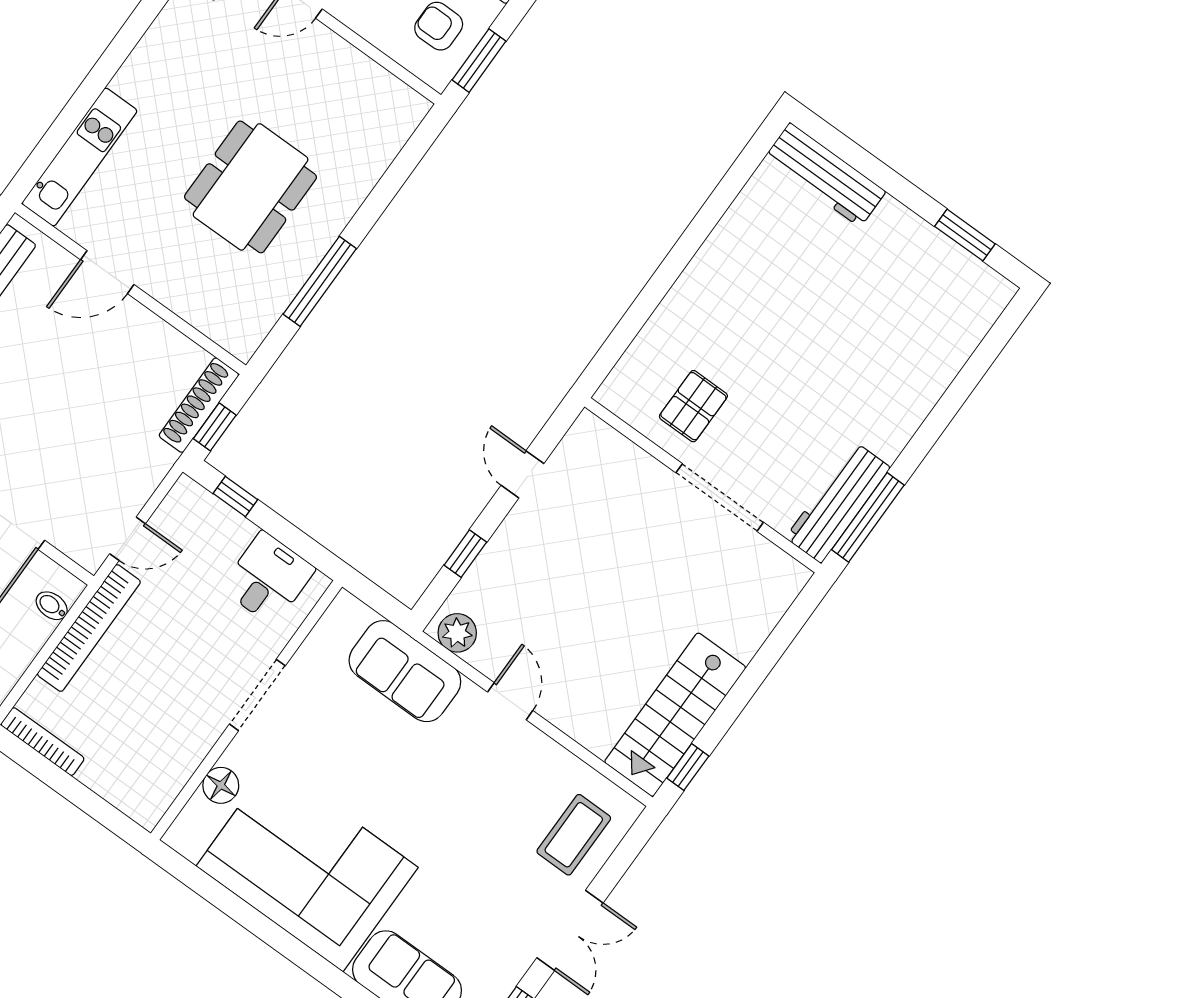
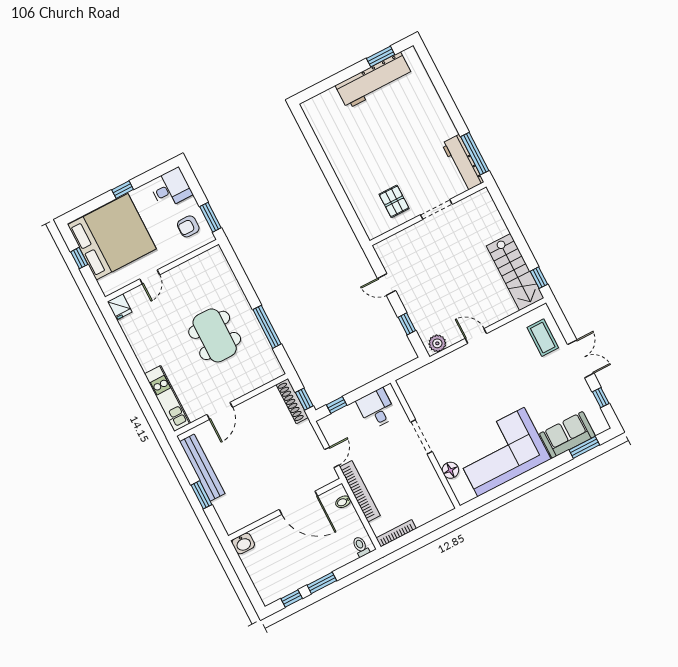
workbench: (825, 175) -> (374, 81), moved, width x1.36, depth x1.32
doorway: (720, 497) -> (436, 209), width x0.73
sofa: (405, 671) -> (442, 372), removed

